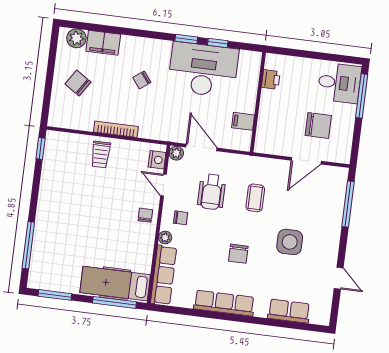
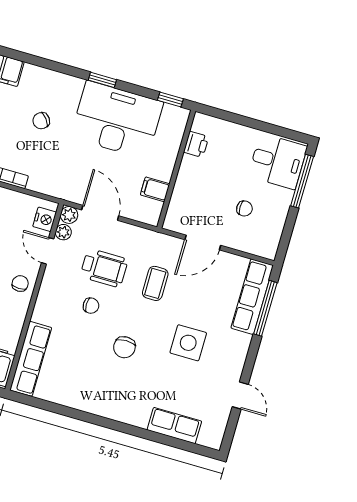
window: (218, 43) -> (170, 100), moved
chair: (318, 125) -> (244, 208), width x0.54, depth x0.54
door: (306, 161) -> (203, 243), moved
wheelchair: (212, 192) -> (104, 268), turned -90
chair: (181, 218) -> (91, 306), moved
plant: (165, 238) -> (63, 232), moved
row of seats: (224, 303) -> (252, 297), moved, turned -90

